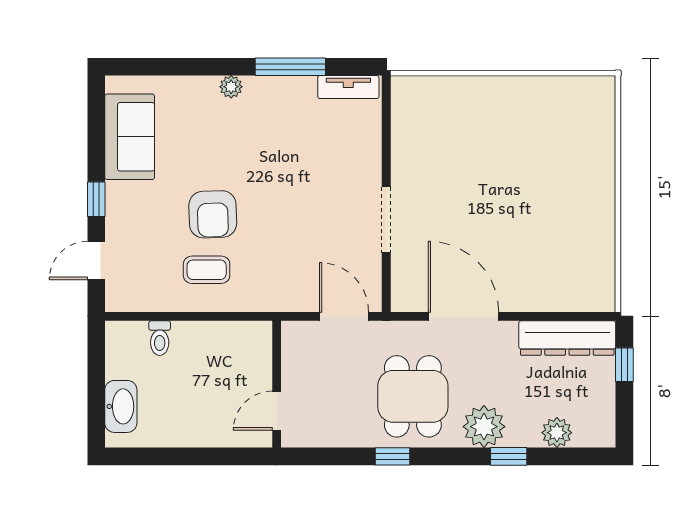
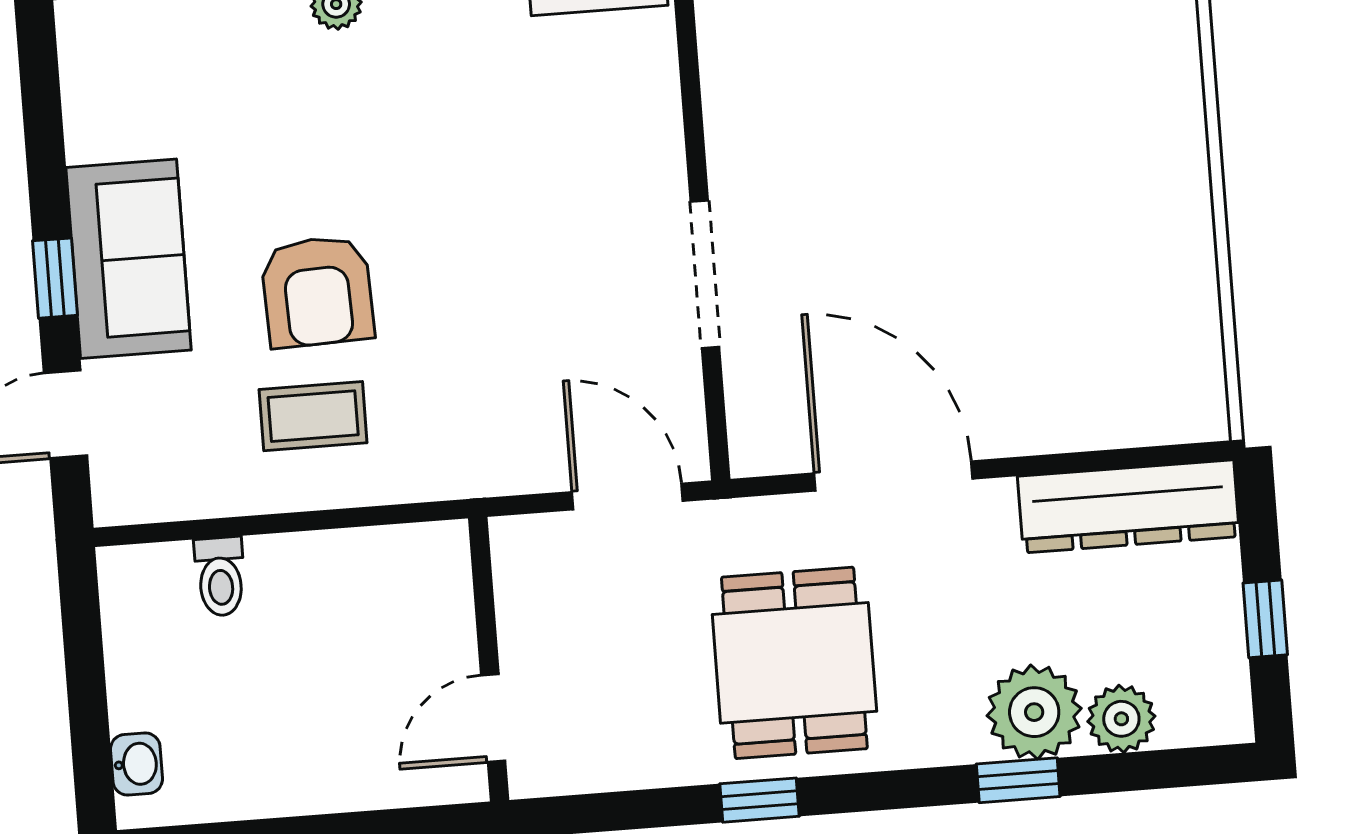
sofa: (130, 137) -> (129, 259), moved
window: (624, 365) -> (1265, 619), moved
washbasin: (121, 406) -> (136, 764), width x0.52, depth x0.69
plant: (484, 427) -> (1034, 712), moved

